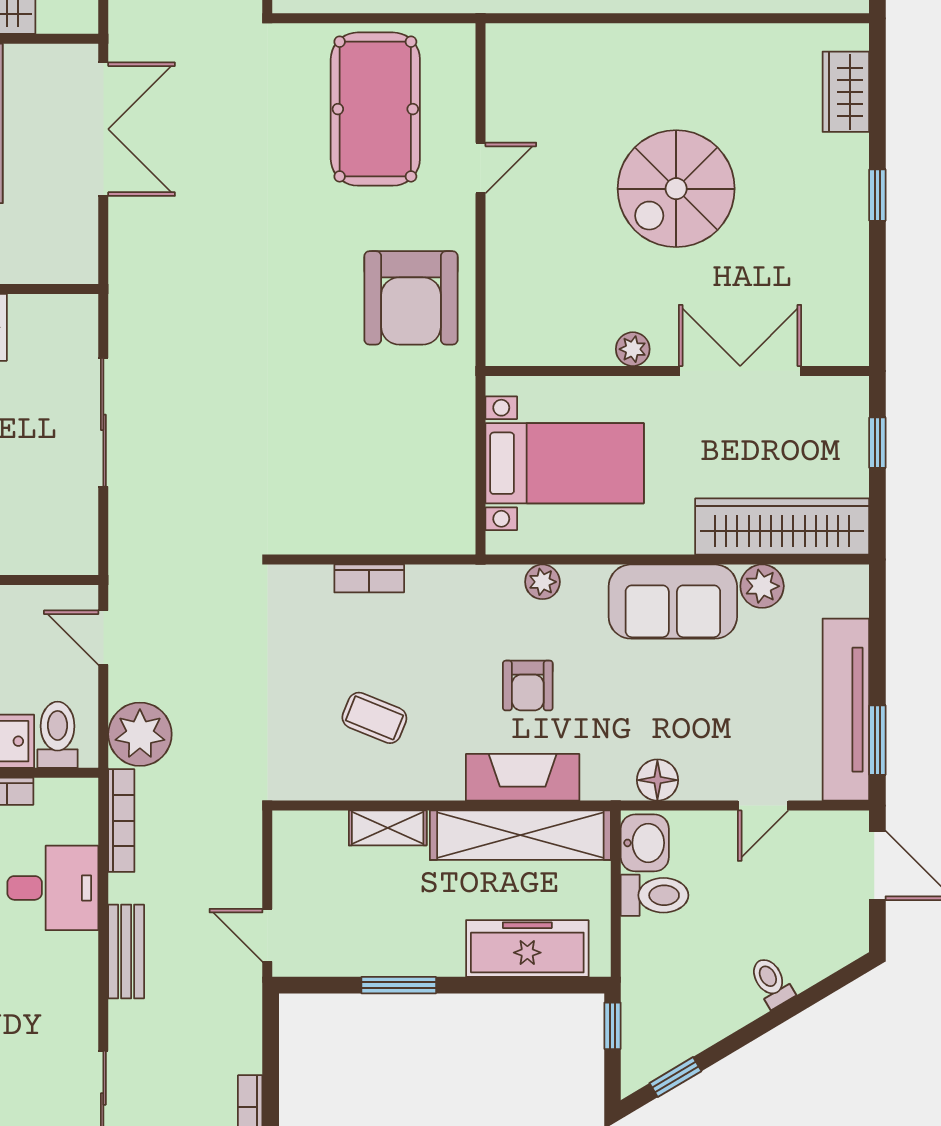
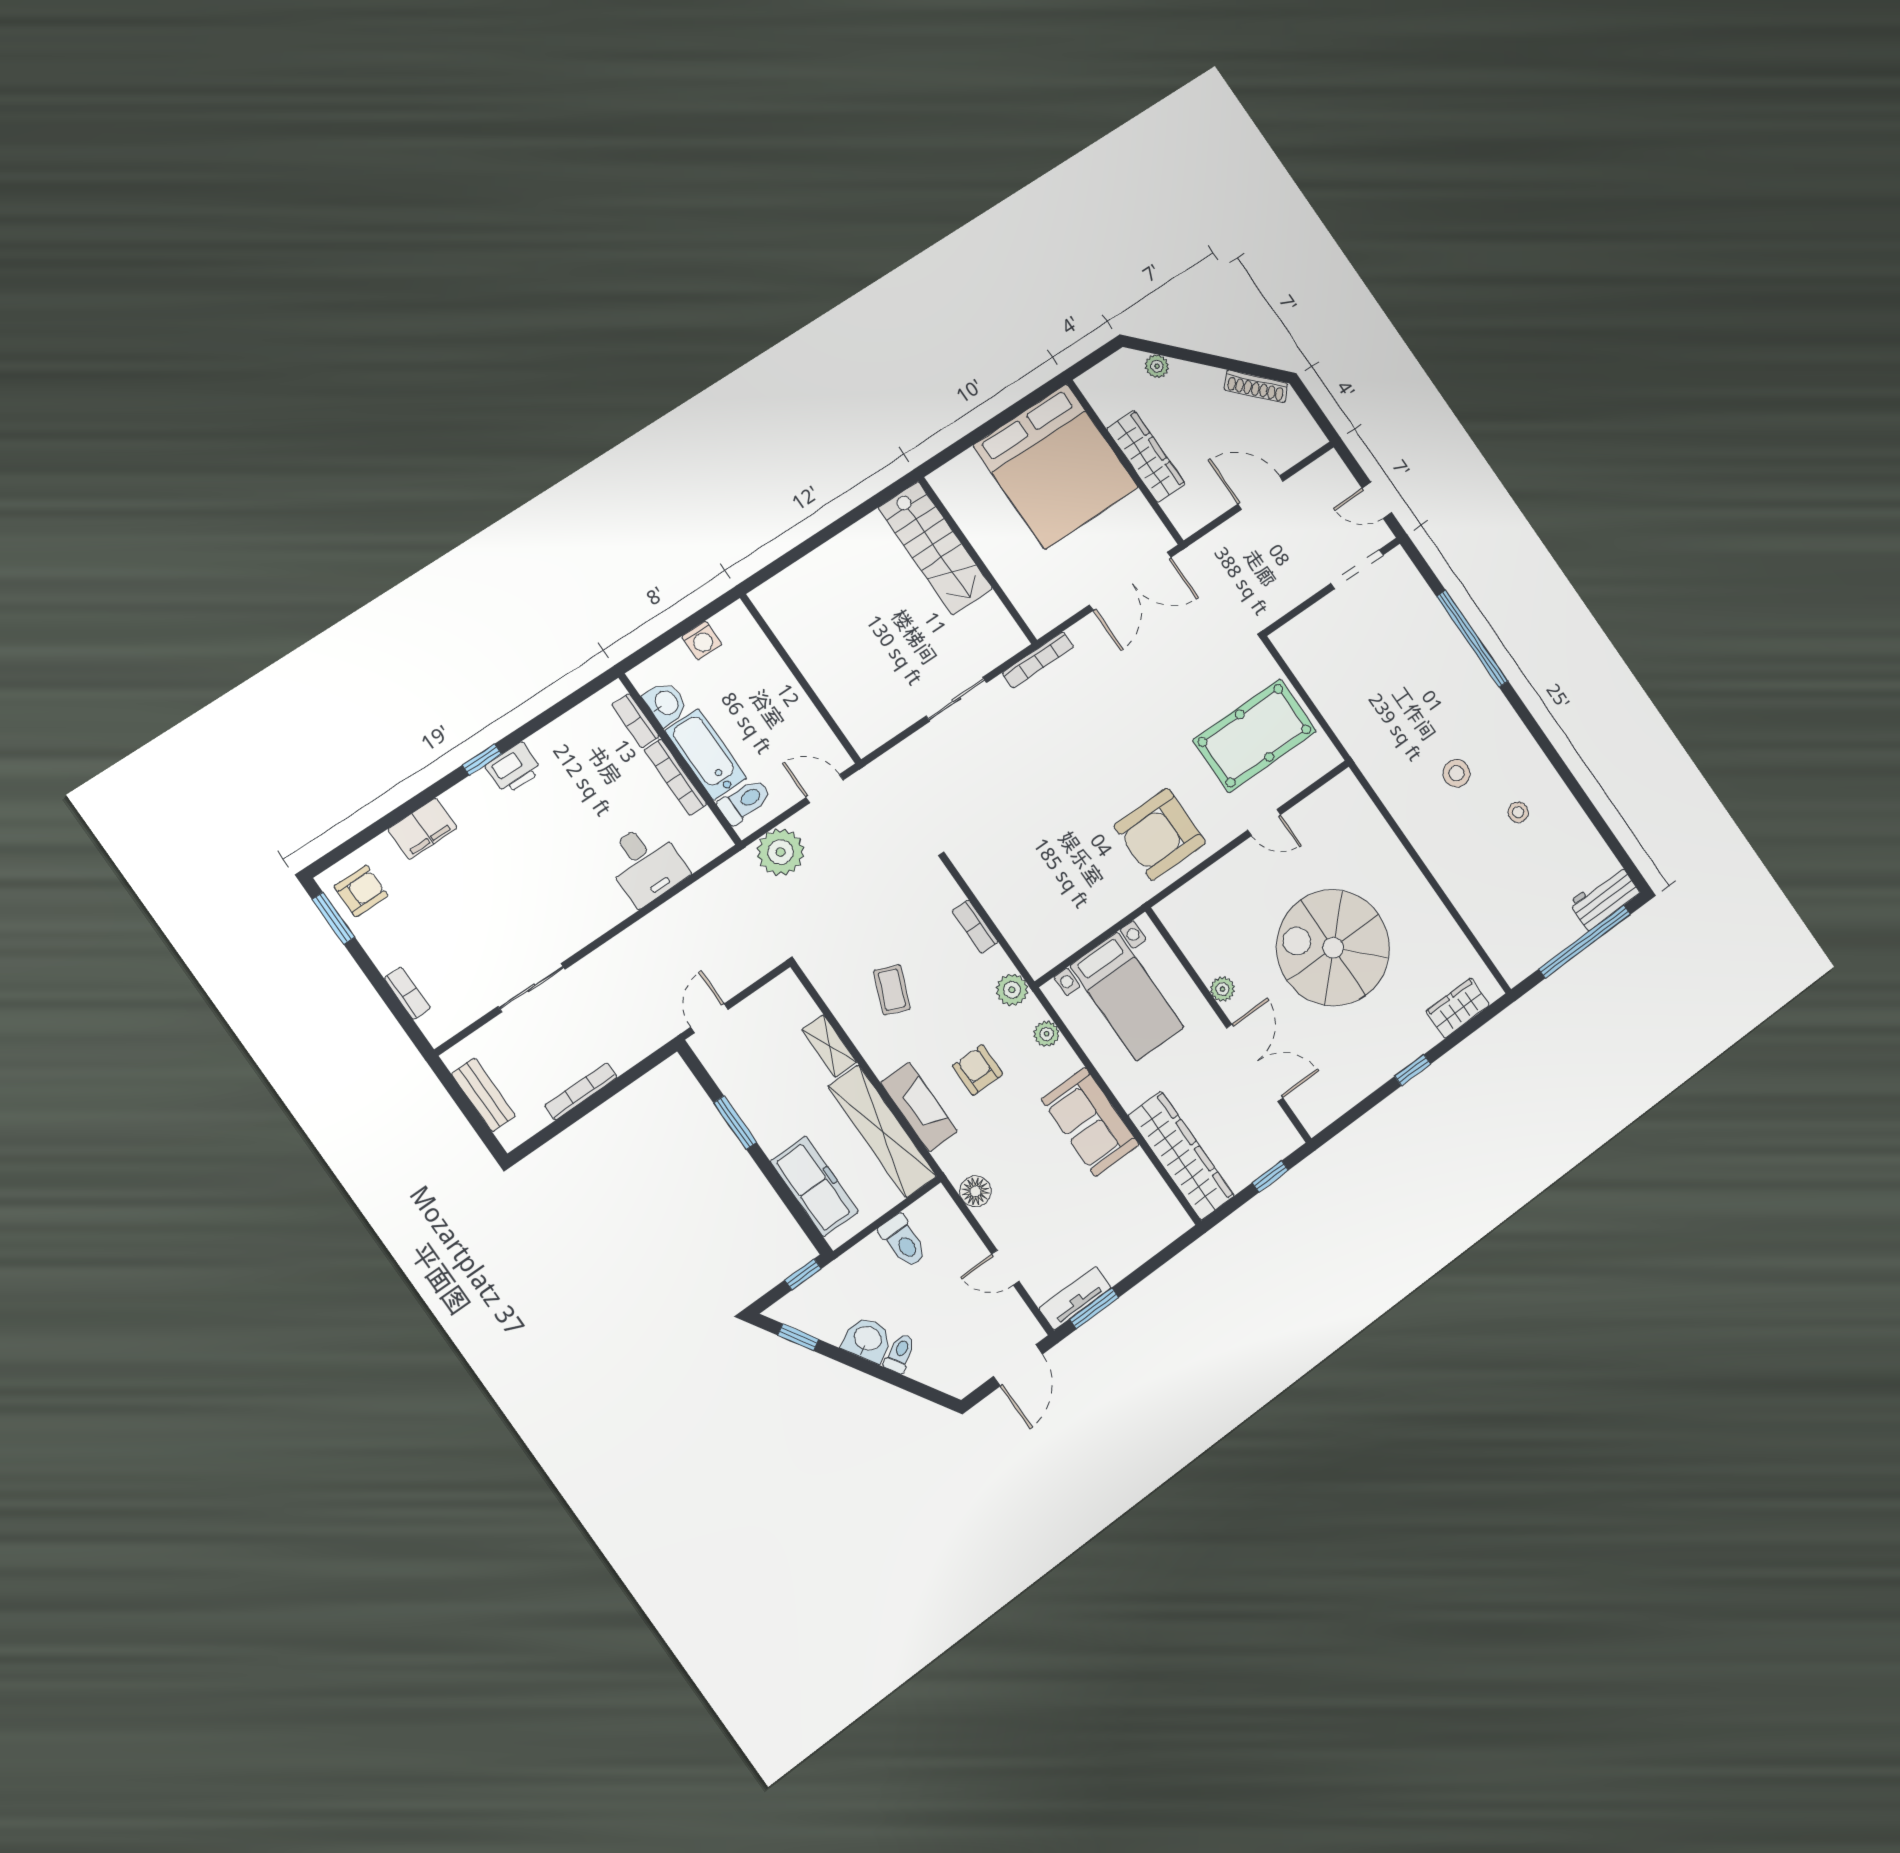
spiral stairs: (676, 189) -> (1333, 948), width x1.37, depth x1.37
sliding door: (103, 422) -> (956, 699), width x0.73
plant: (762, 586) -> (1012, 990), moved
door: (103, 638) -> (825, 789), hinge flipped
armchair: (528, 686) -> (978, 1070), turned 90
tv unit: (846, 710) -> (1075, 1298), width x0.52, depth x0.78
bookcase: (121, 821) -> (1038, 660), moved
washbasin: (645, 843) -> (867, 1339), moved, turned -121
bench: (126, 951) -> (637, 937), removed

